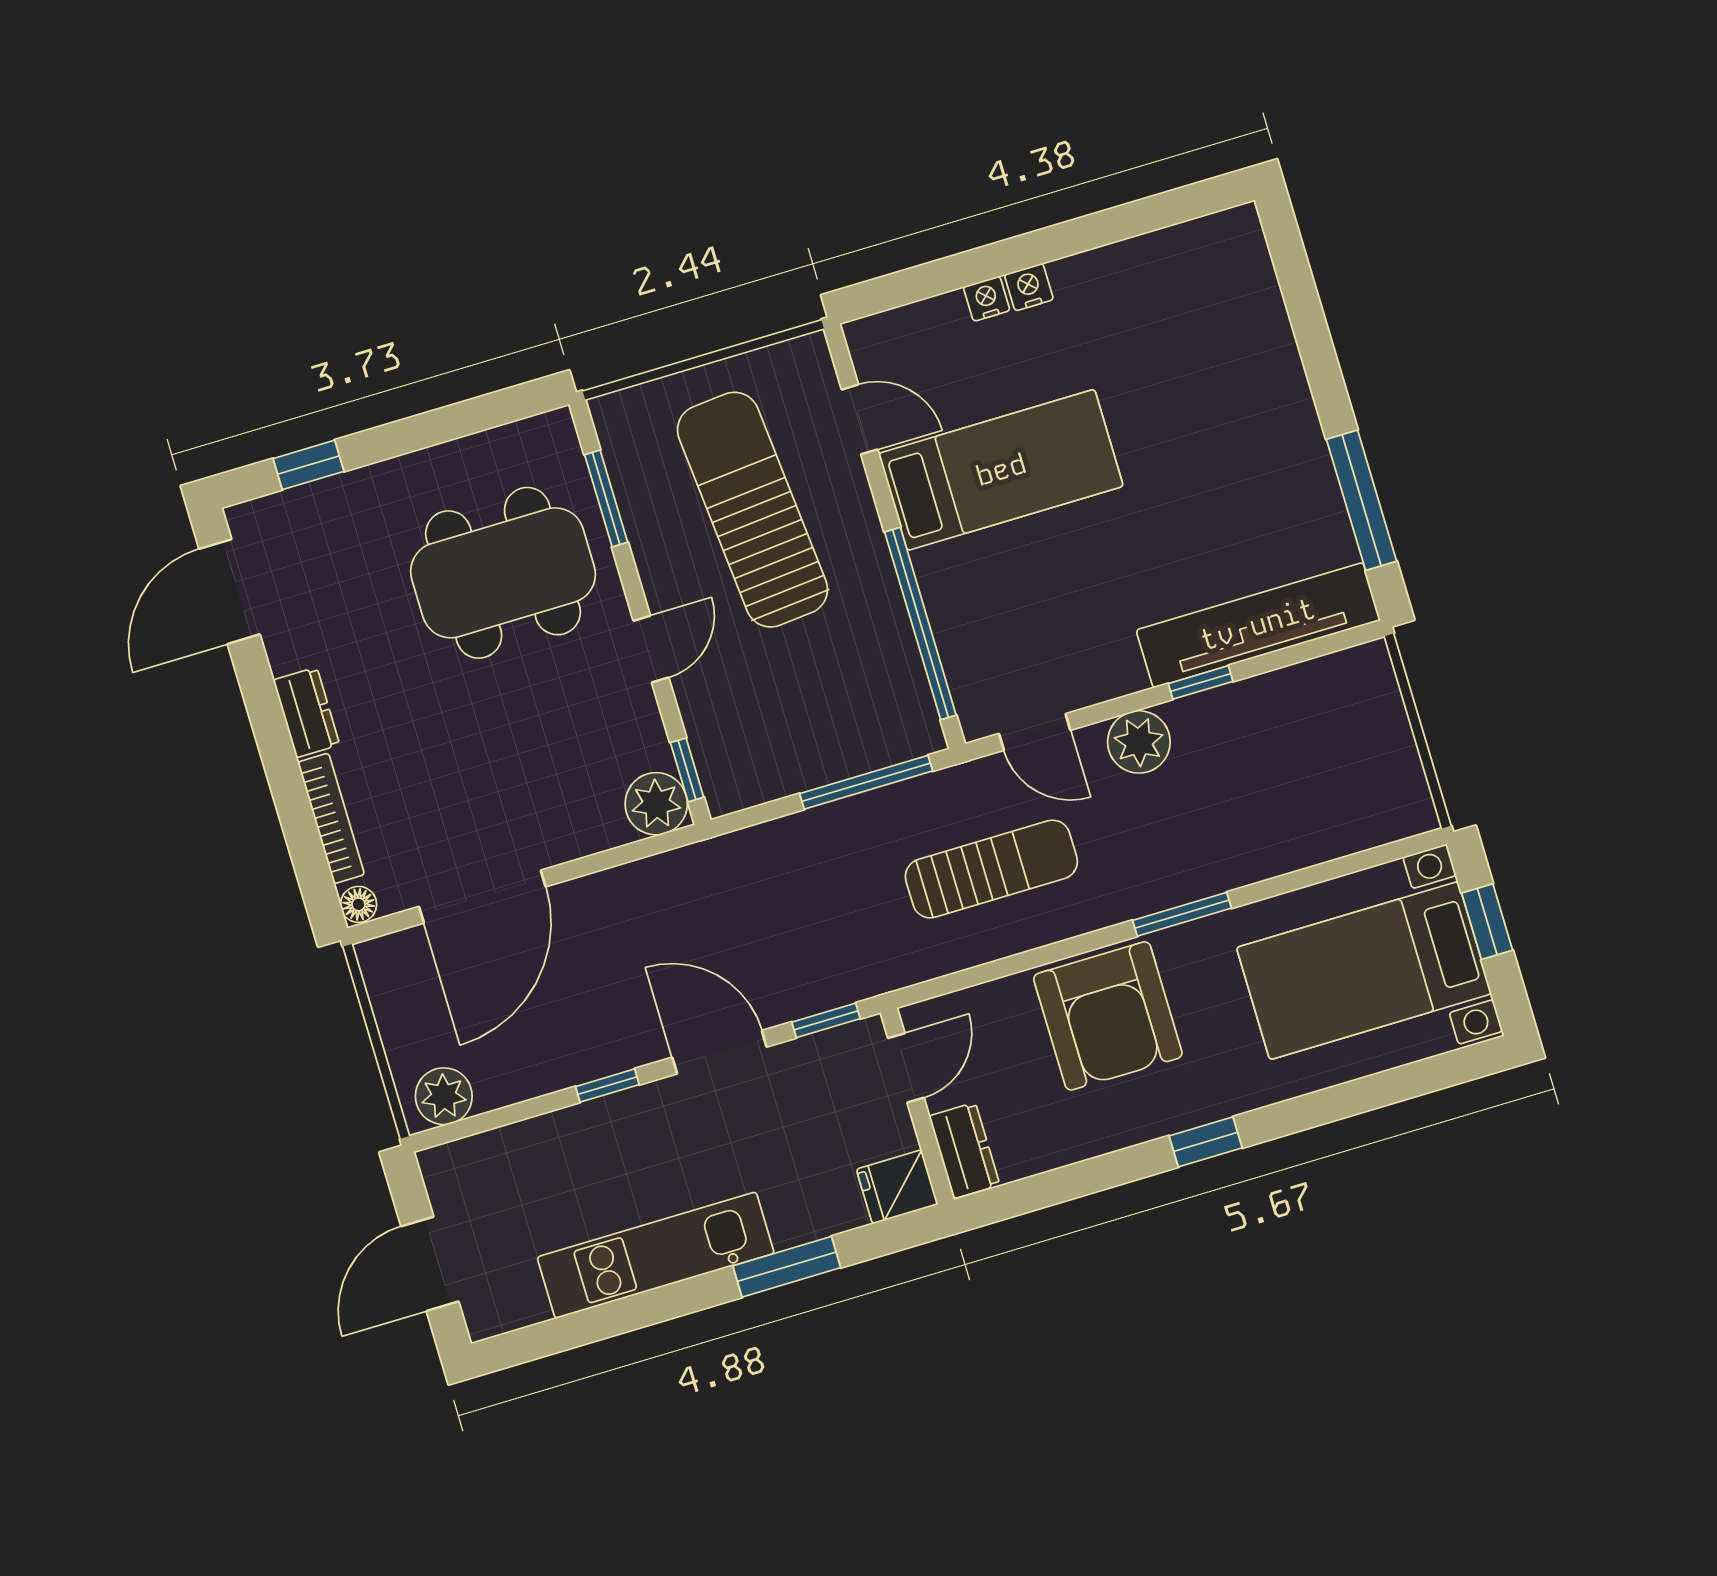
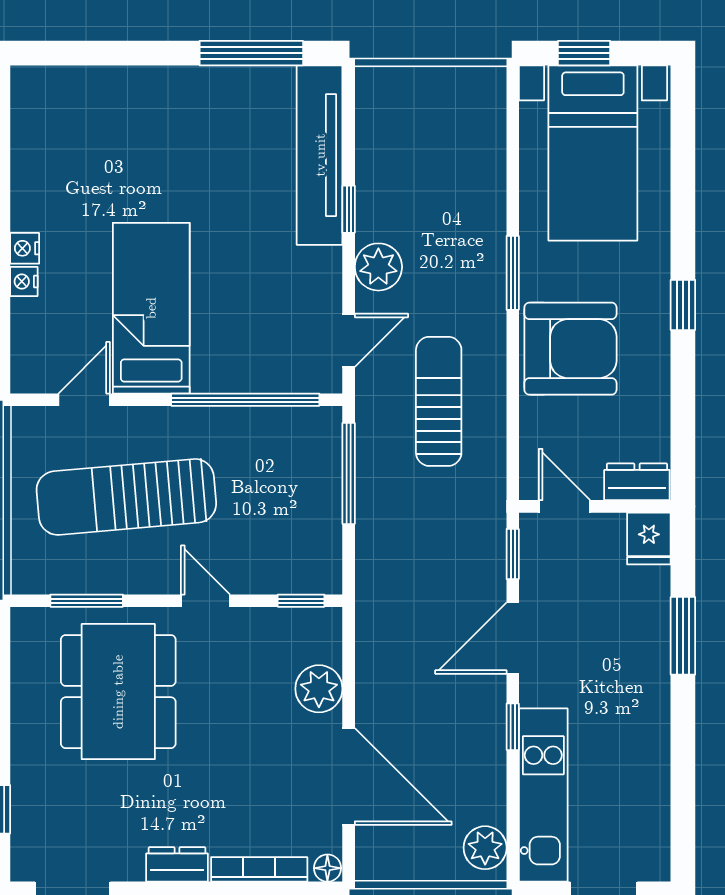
plant: (656, 804) -> (319, 689), moved
kitchen unit: (656, 1255) -> (543, 795), moved, turned 180

